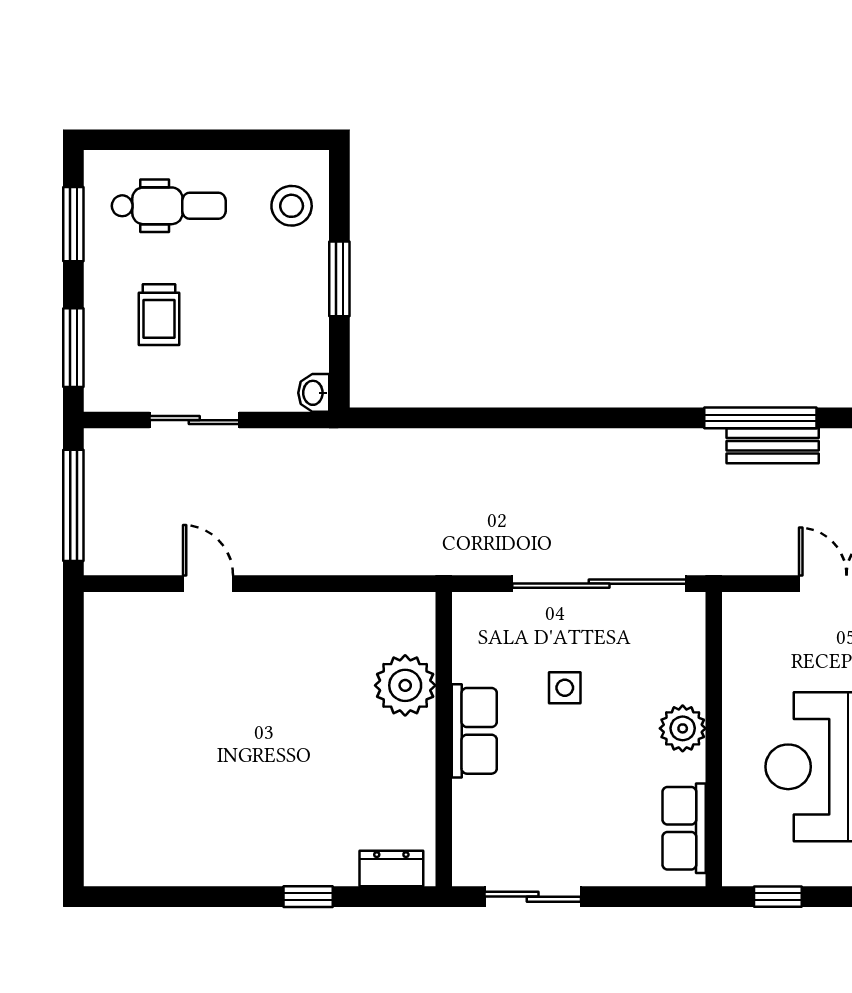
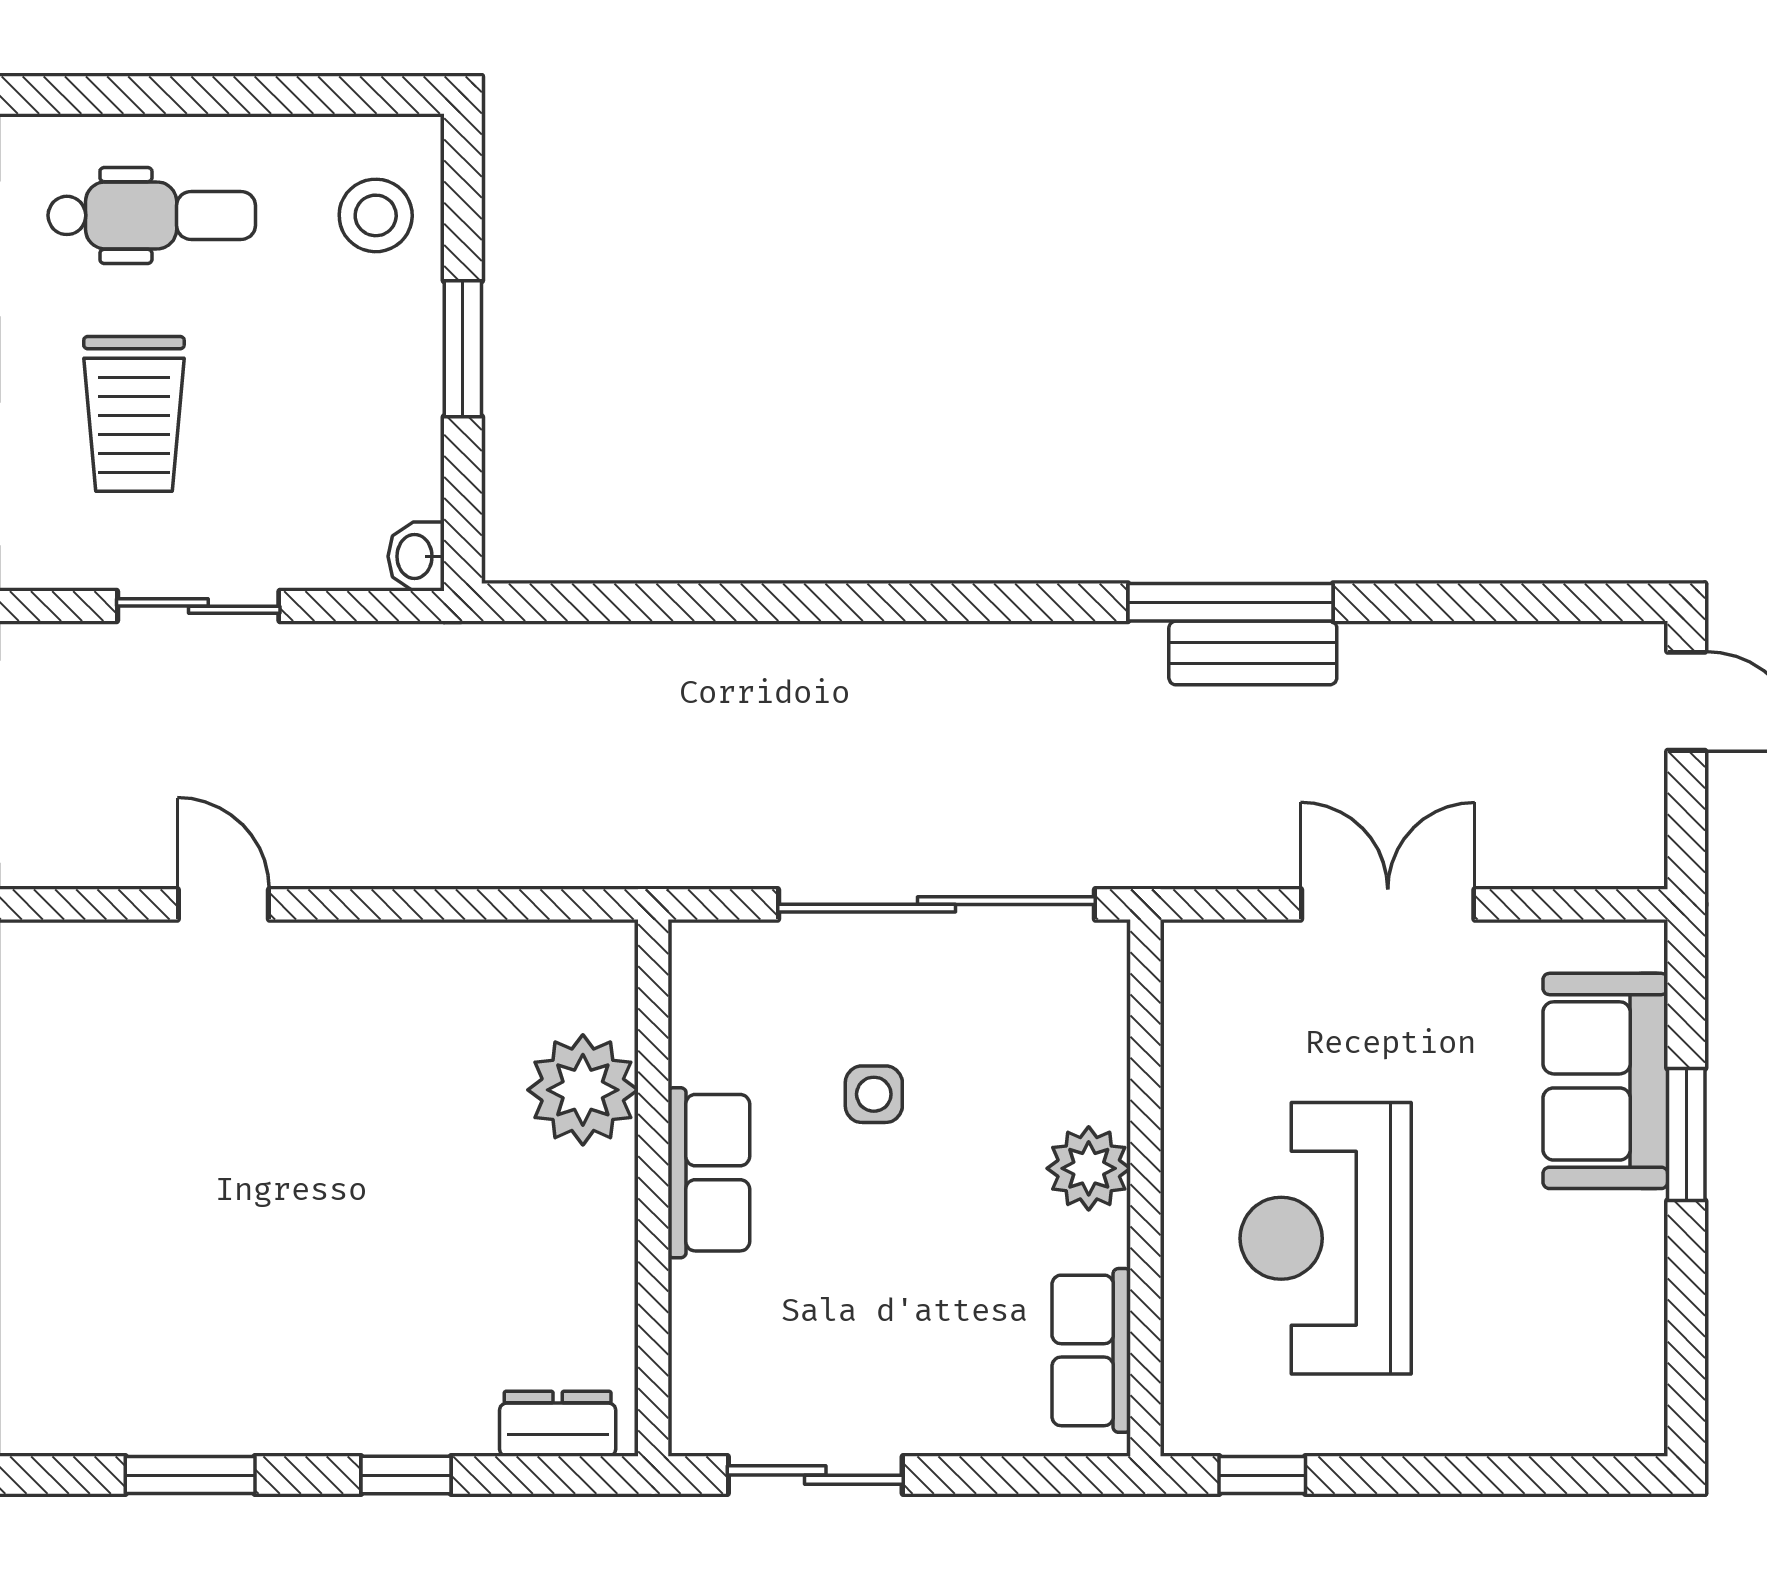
trolley: (159, 315) -> (134, 414), width x1.36, depth x1.39
window: (190, 897) -> (190, 1475), added

